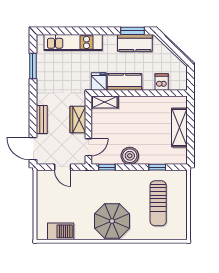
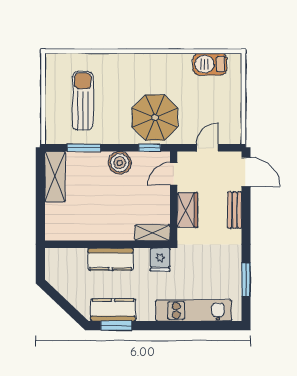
kitchen counter: (124, 82) -> (111, 259), moved
dishwasher: (162, 82) -> (78, 259), removed
shelving: (179, 128) -> (55, 177), moved
door: (63, 167) -> (207, 148), hinge flipped
window: (157, 167) -> (84, 148), width x1.50
parasol: (112, 221) -> (155, 118), moved

